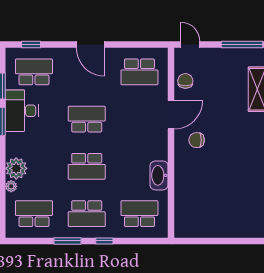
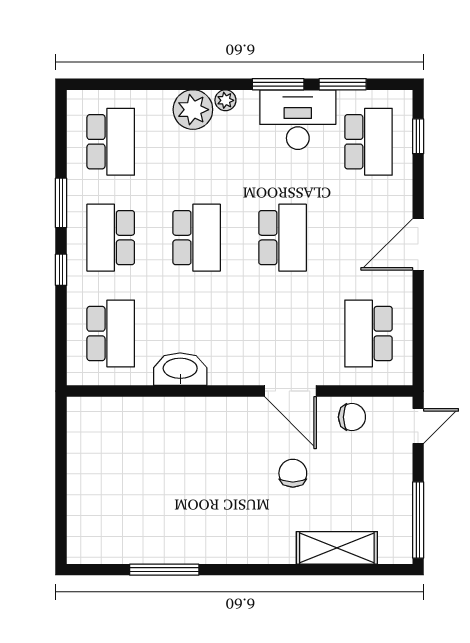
chair: (197, 140) -> (293, 473), moved
school desk: (87, 166) -> (197, 238), turned 180
plant: (11, 186) -> (225, 100), moved

